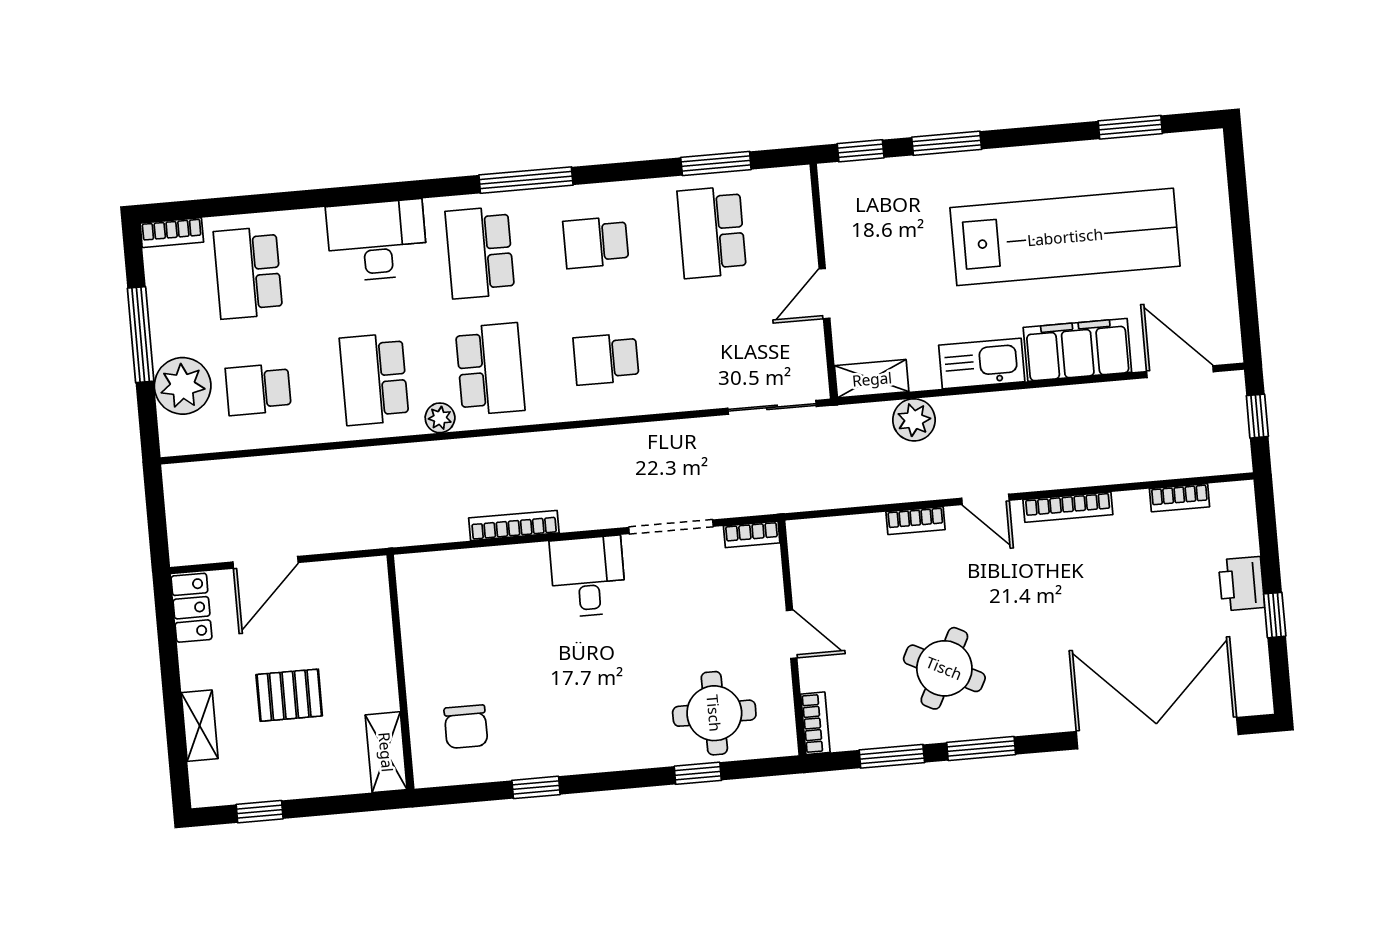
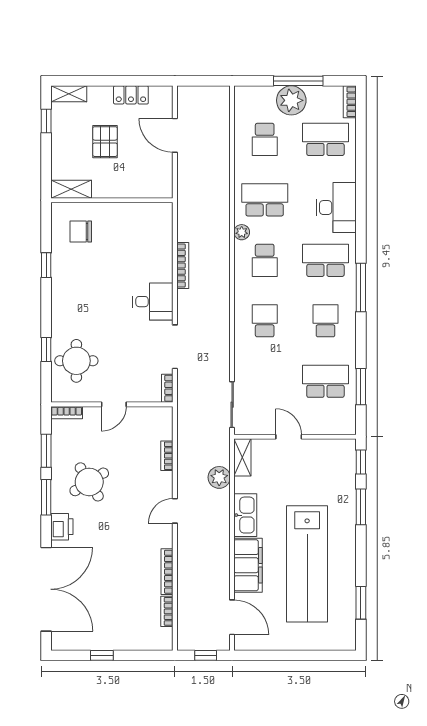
school desk: (490, 369) -> (265, 260), width x0.54
door: (1180, 372) -> (232, 617), hinge flipped
plant: (183, 386) -> (291, 100), moved
school desk: (258, 389) -> (265, 139), turned 180
bookcase: (1068, 507) -> (167, 572), moved
bookcase: (916, 521) -> (167, 456), moved
printer: (1241, 584) -> (62, 527), moved, turned 90
locker: (191, 608) -> (131, 95), moved
round table: (944, 668) -> (89, 482), turned 31
shelving: (200, 726) -> (69, 94), moved

